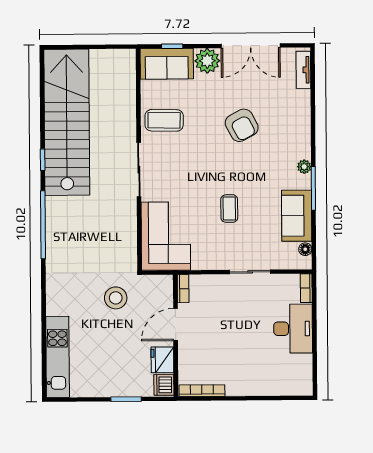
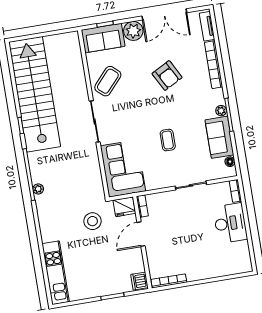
coffee table: (164, 120) -> (108, 81), turned -49
bookcase: (304, 121) -> (214, 65), added
plant: (304, 167) -> (221, 111), moved
plant: (52, 245) -> (38, 189), added
fridge: (162, 360) -> (124, 207), moved, turned -90

